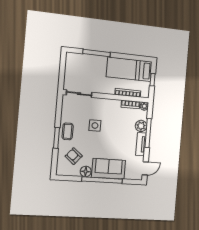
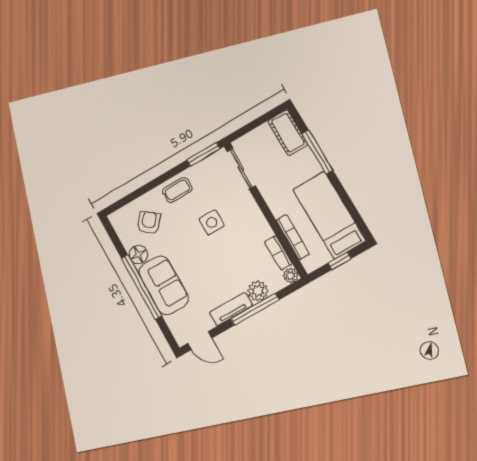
cot: (78, 60) -> (288, 133), added
window: (56, 138) -> (203, 154), moved

